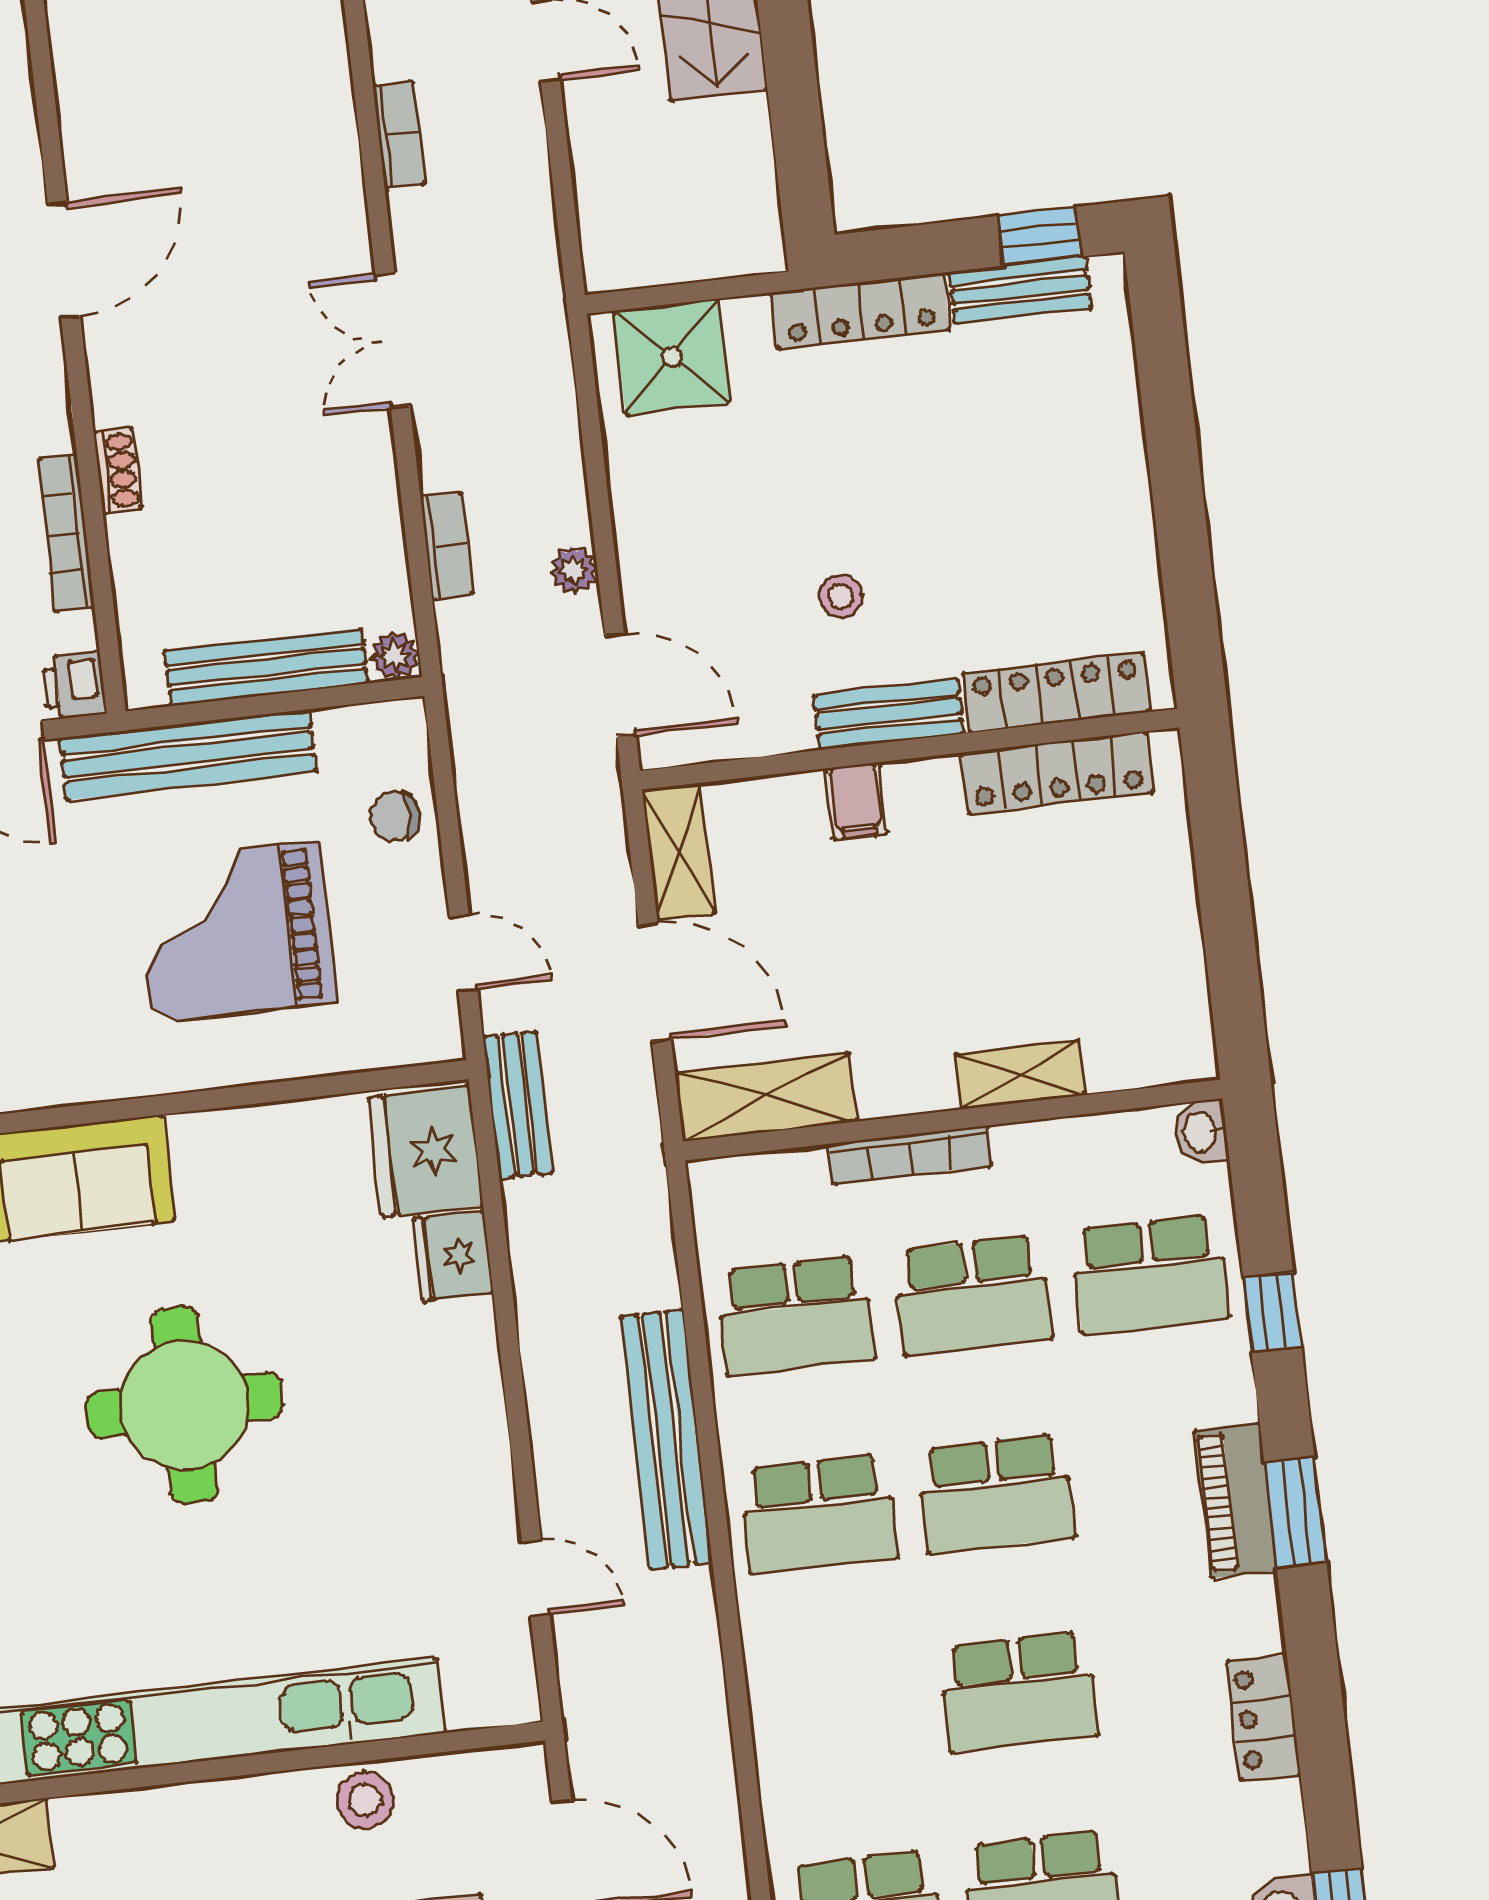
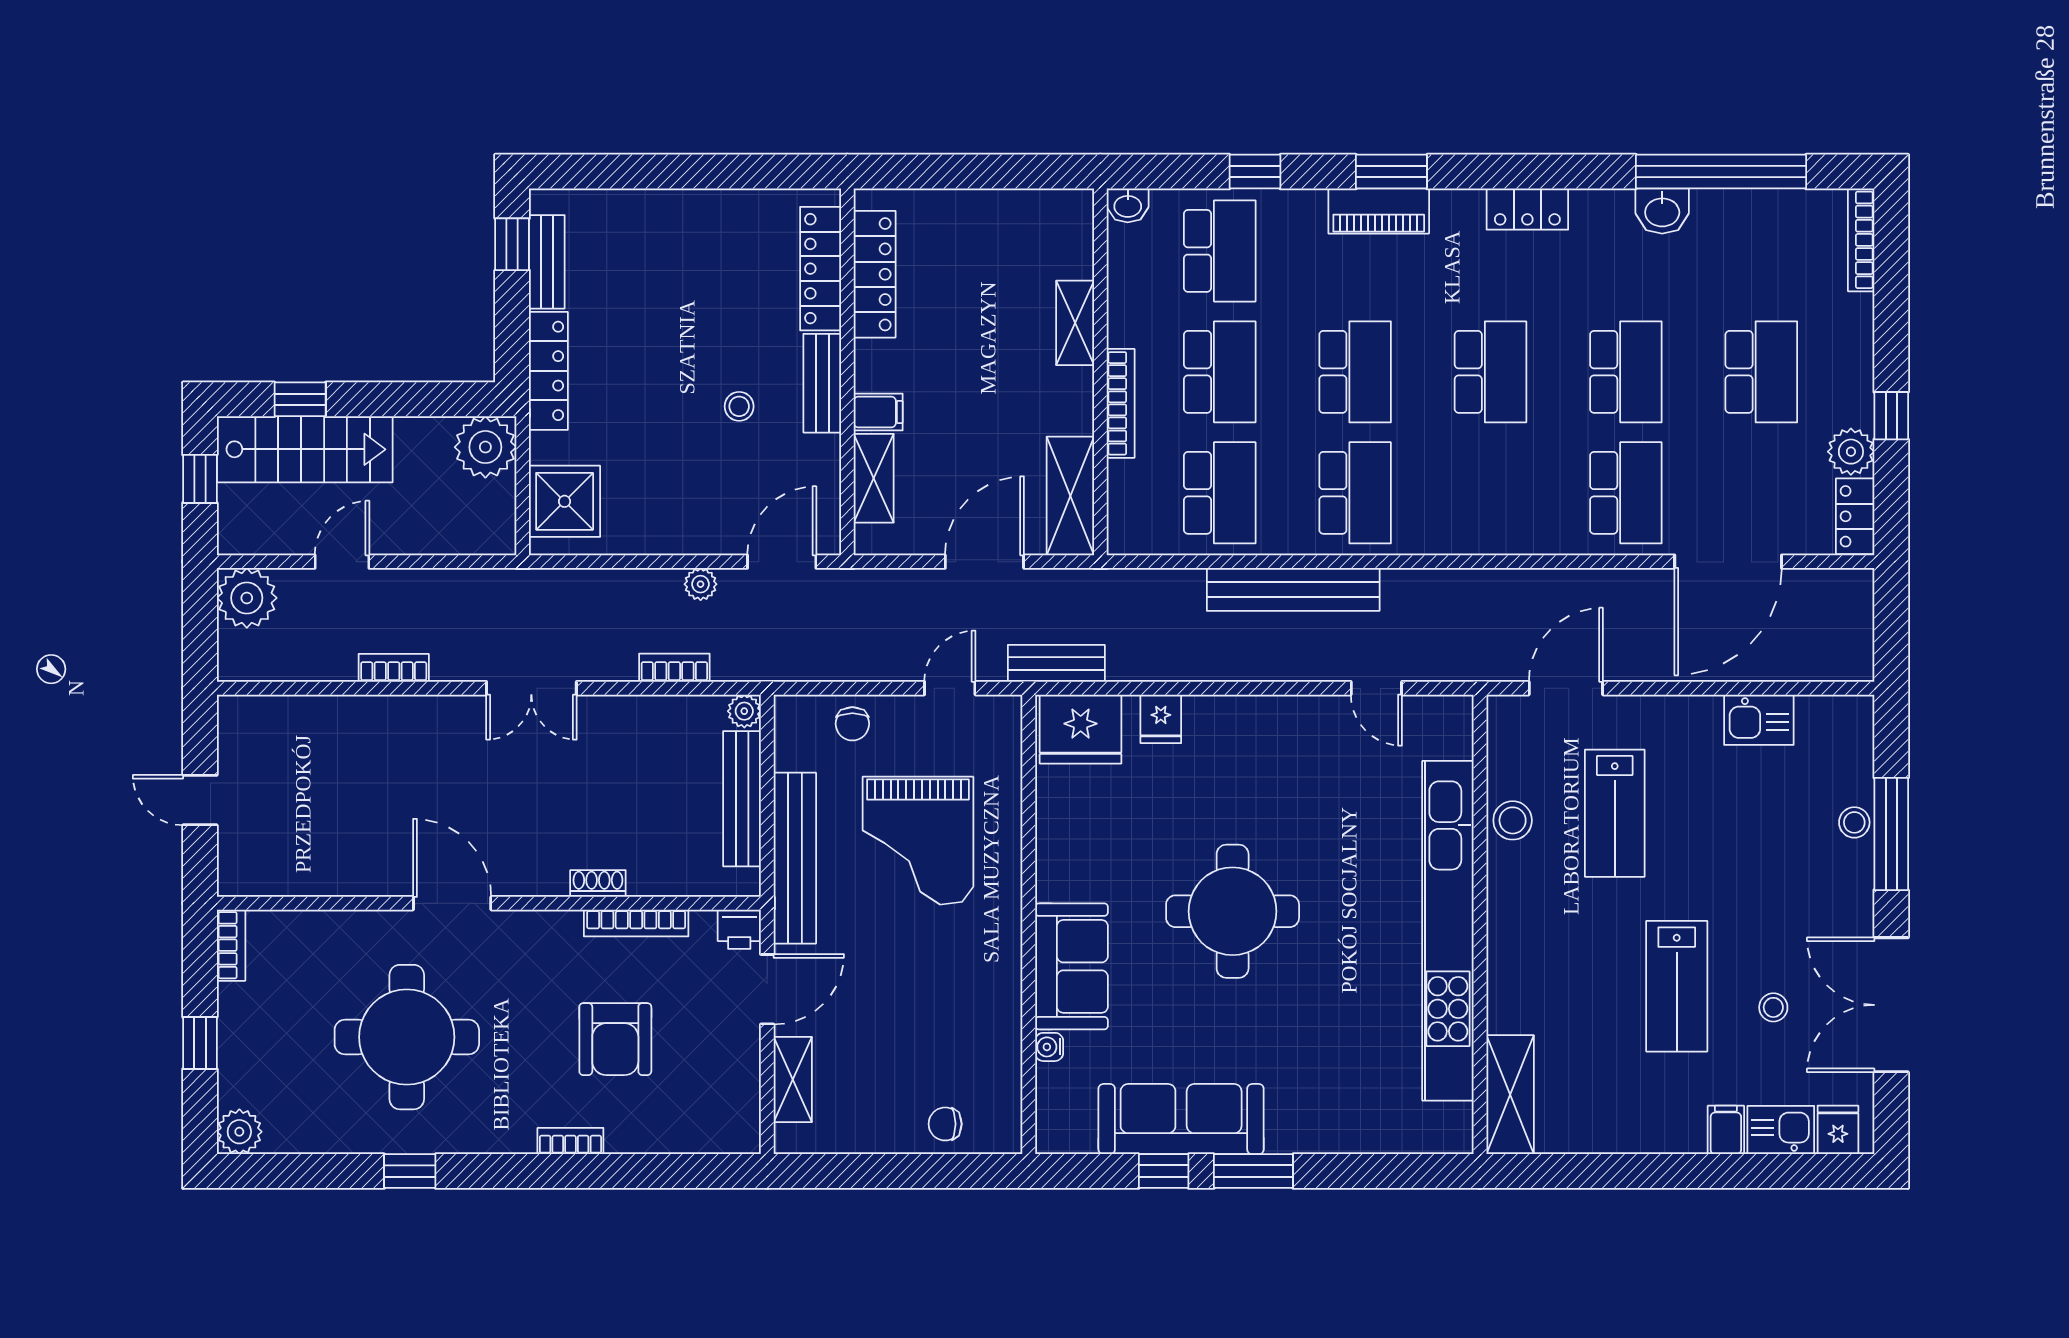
plant: (738, 232) -> (485, 447), added
shelving: (679, 851) -> (874, 478), moved, turned 90
fridge: (453, 1256) -> (1161, 719), width x0.72
door: (536, 1578) -> (1376, 688), swing flipped

